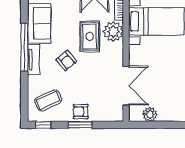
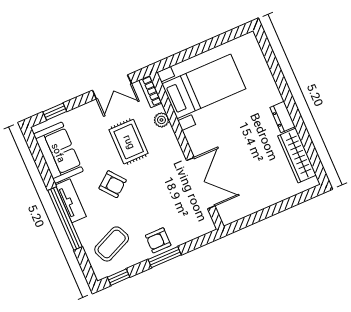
plant: (113, 32) -> (161, 120), width x0.53, depth x0.53
window: (24, 47) -> (65, 219), moved
plant: (150, 114) -> (246, 206), removed

